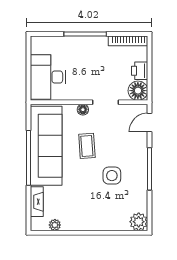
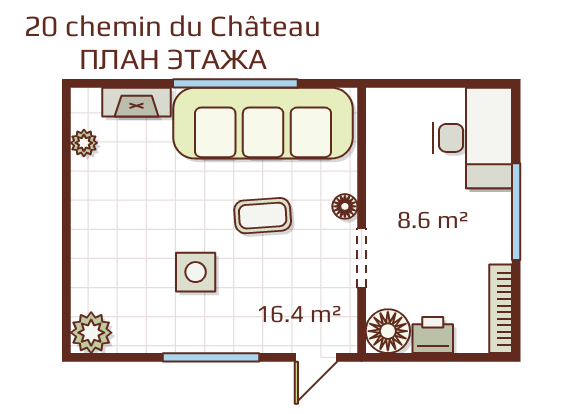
desk: (48, 77) -> (472, 138), moved, turned 90
door: (150, 122) -> (316, 357), swing flipped

